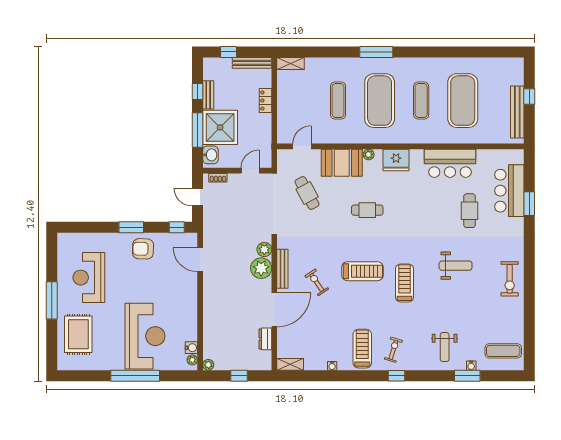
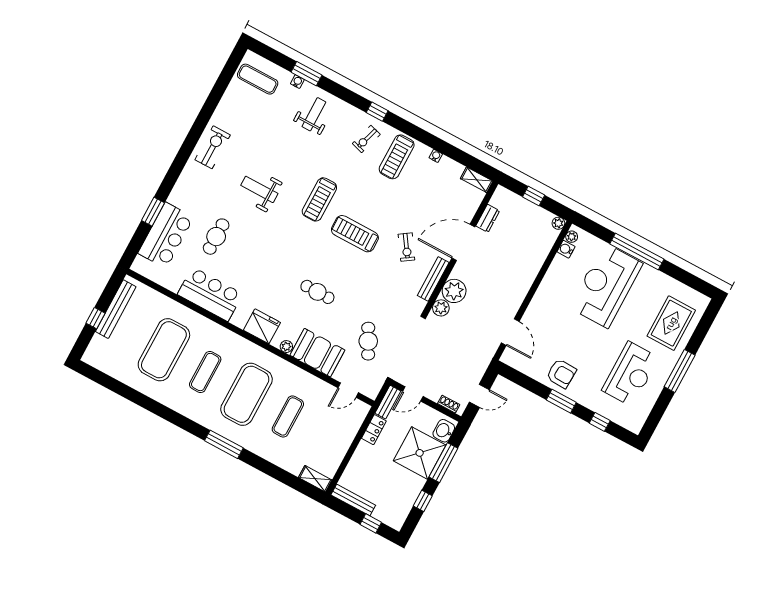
bench: (208, 95) -> (388, 402), moved
locker: (265, 101) -> (374, 430), moved
door: (197, 197) -> (479, 396), hinge flipped
window: (177, 227) -> (600, 422), moved

